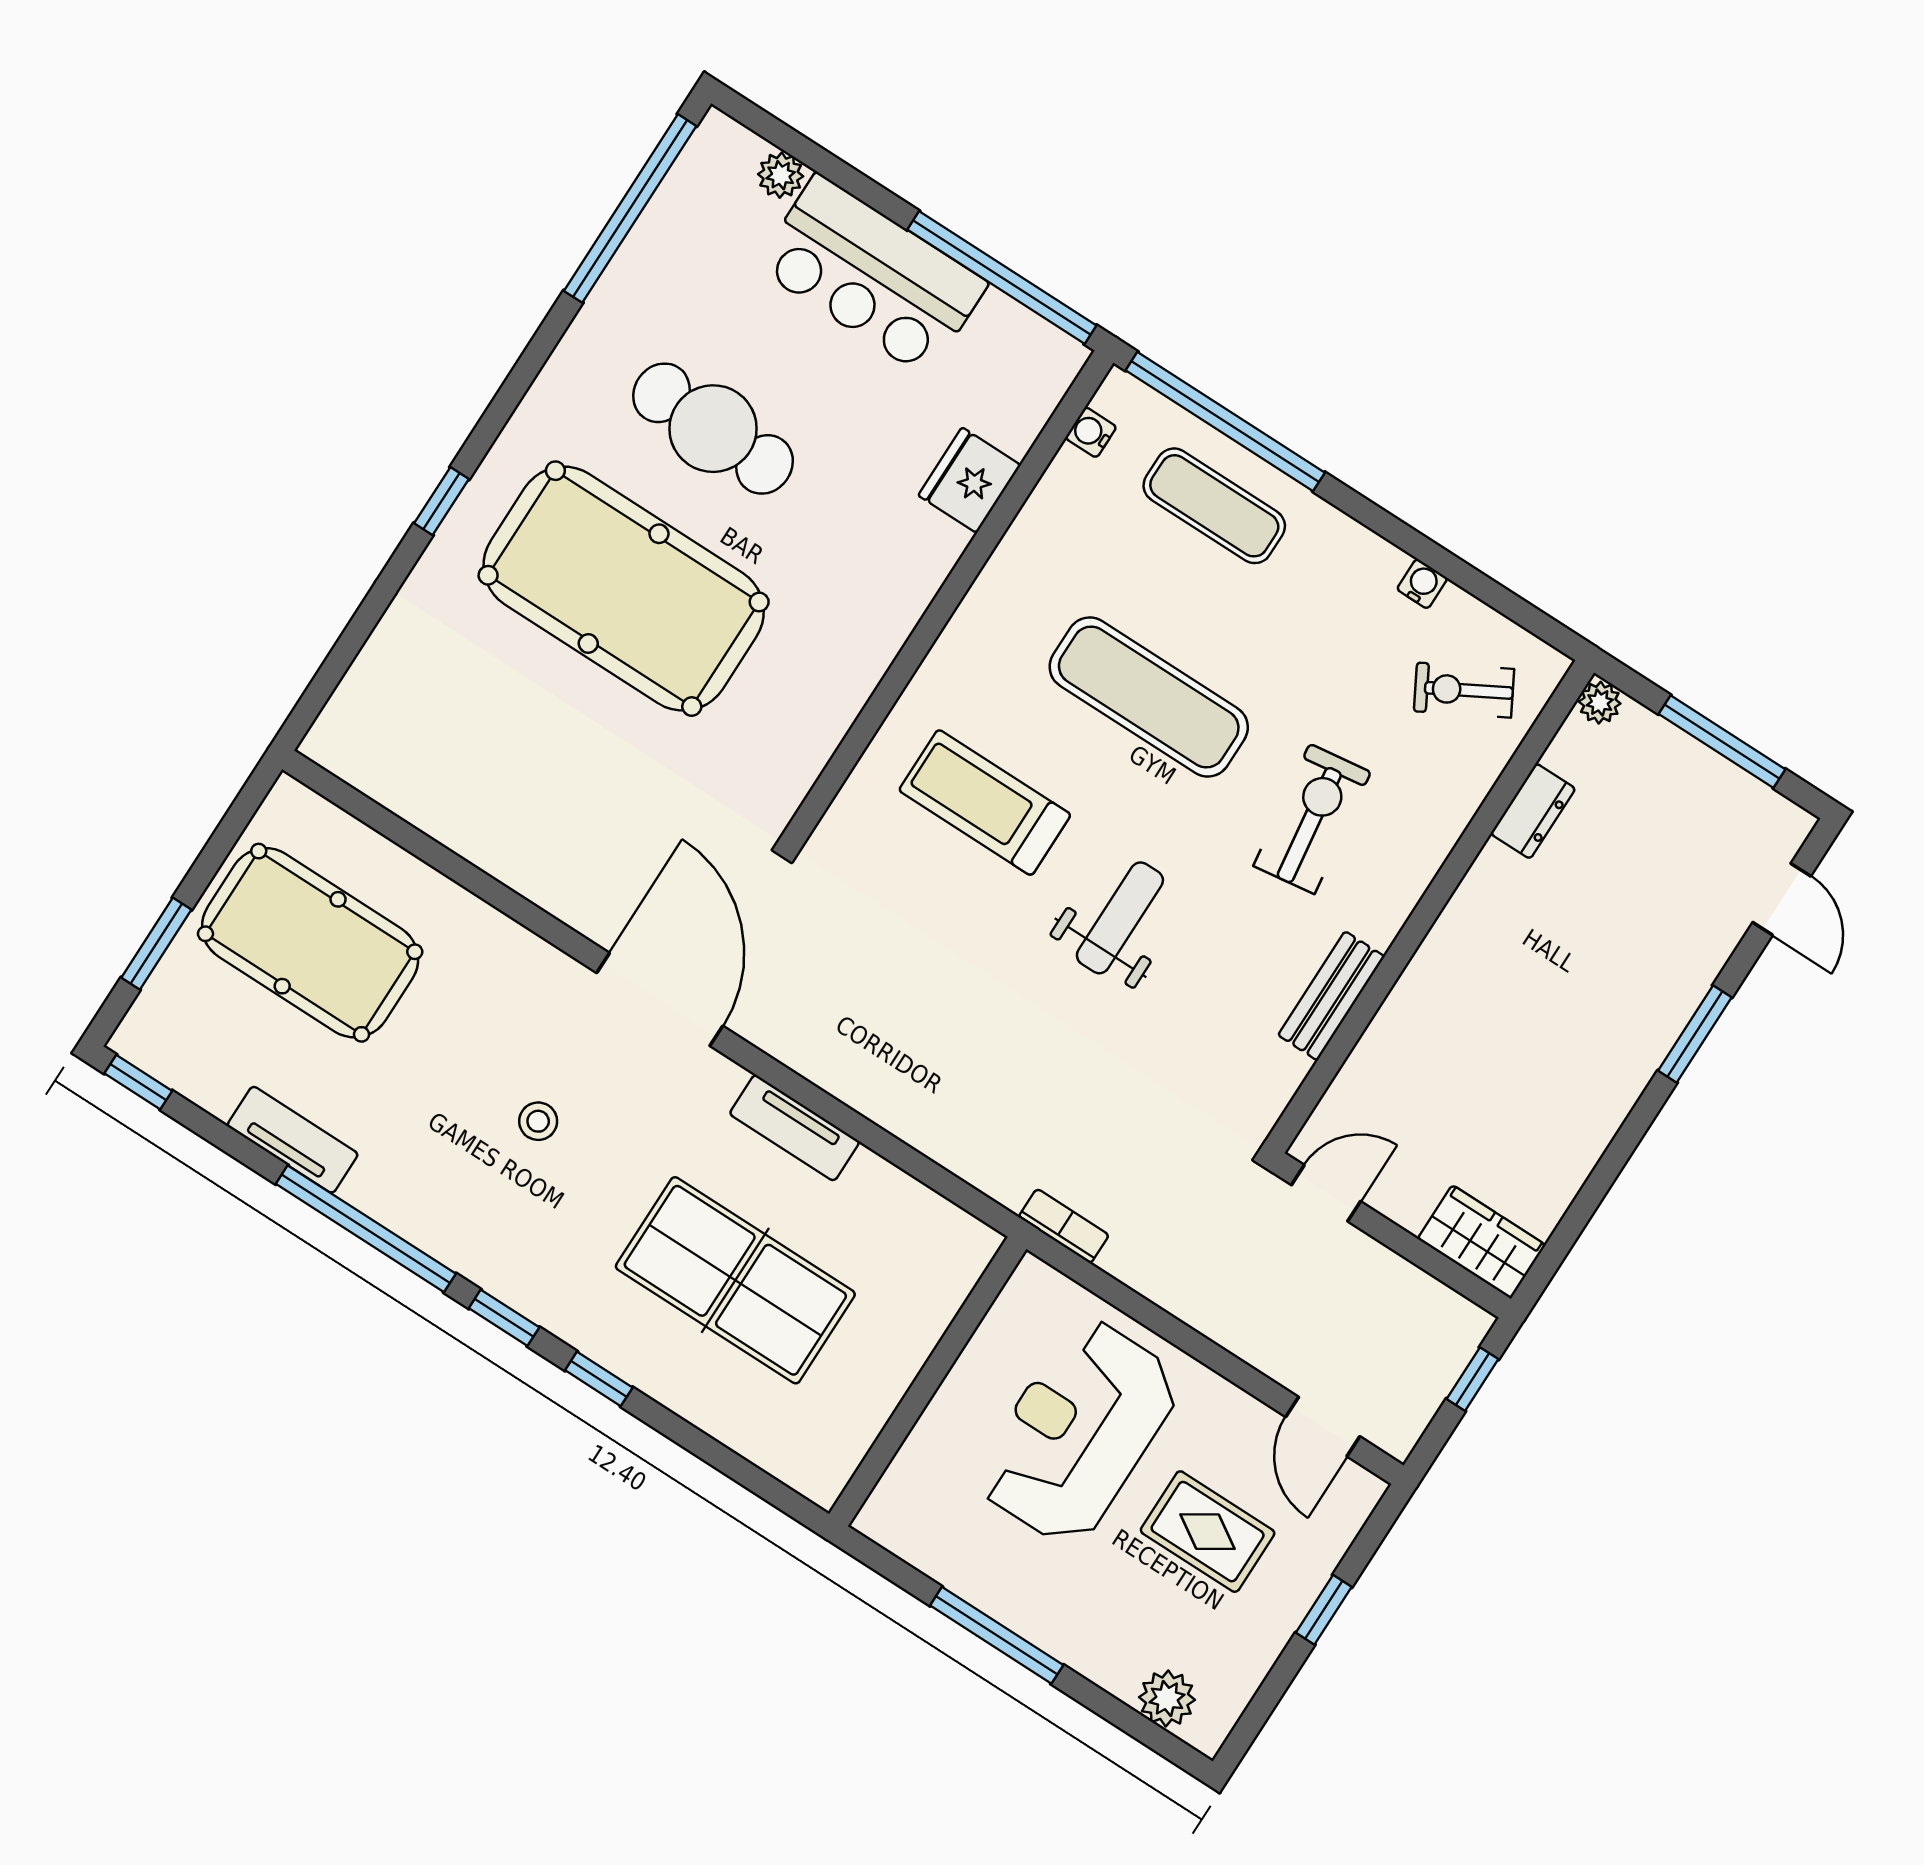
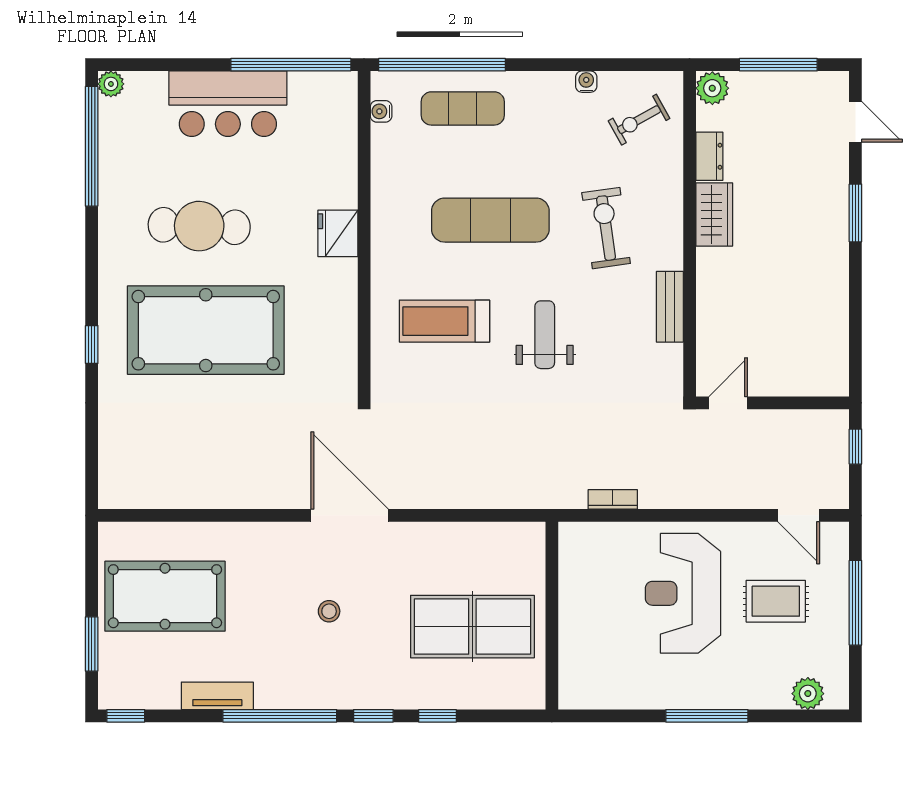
plant: (781, 175) -> (111, 84), moved
fridge: (969, 480) -> (338, 233), moved
plant: (1600, 703) -> (712, 88), width x1.38, depth x1.38
tv unit: (795, 1128) -> (454, 535), removed
wardrobe: (1482, 1242) -> (714, 214), moved, turned 90
wall: (928, 1381) -> (552, 616), moved
window: (1324, 1610) -> (855, 603), width x2.17

